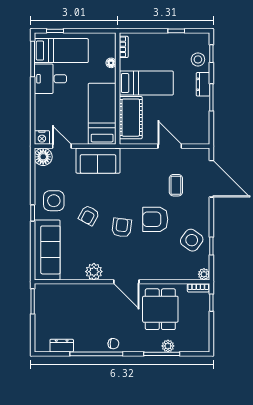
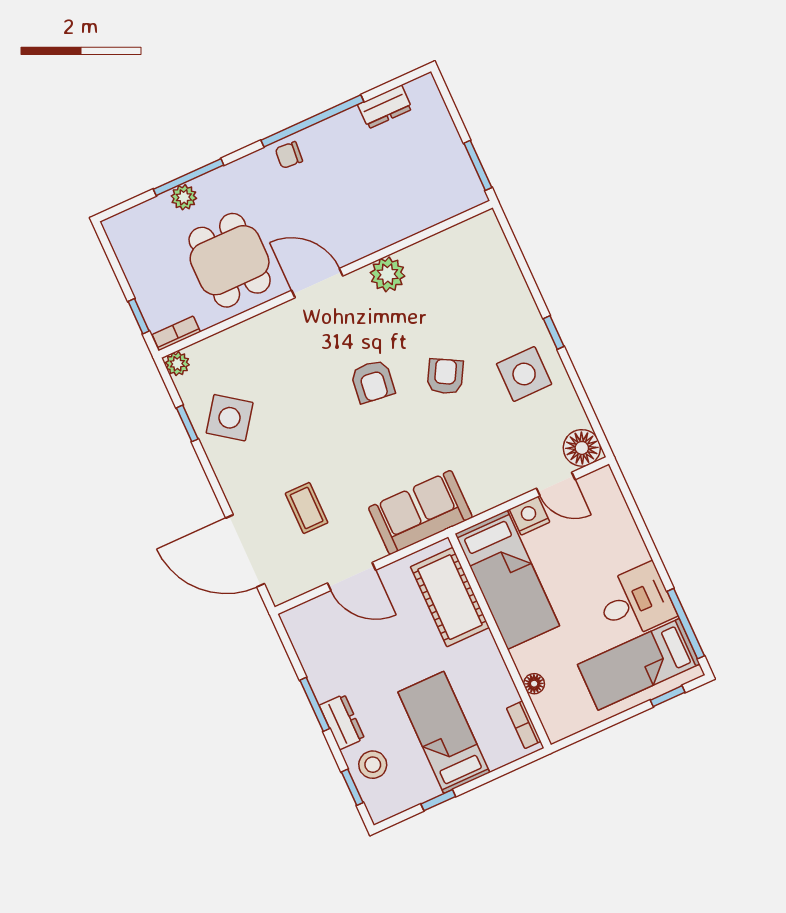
bed: (146, 83) -> (444, 732), moved, turned 90
nightstand: (42, 137) -> (529, 516), moved
sofa: (98, 161) -> (420, 512), moved
armchair: (155, 219) -> (316, 426), removed
sofa: (47, 250) -> (495, 275), removed

